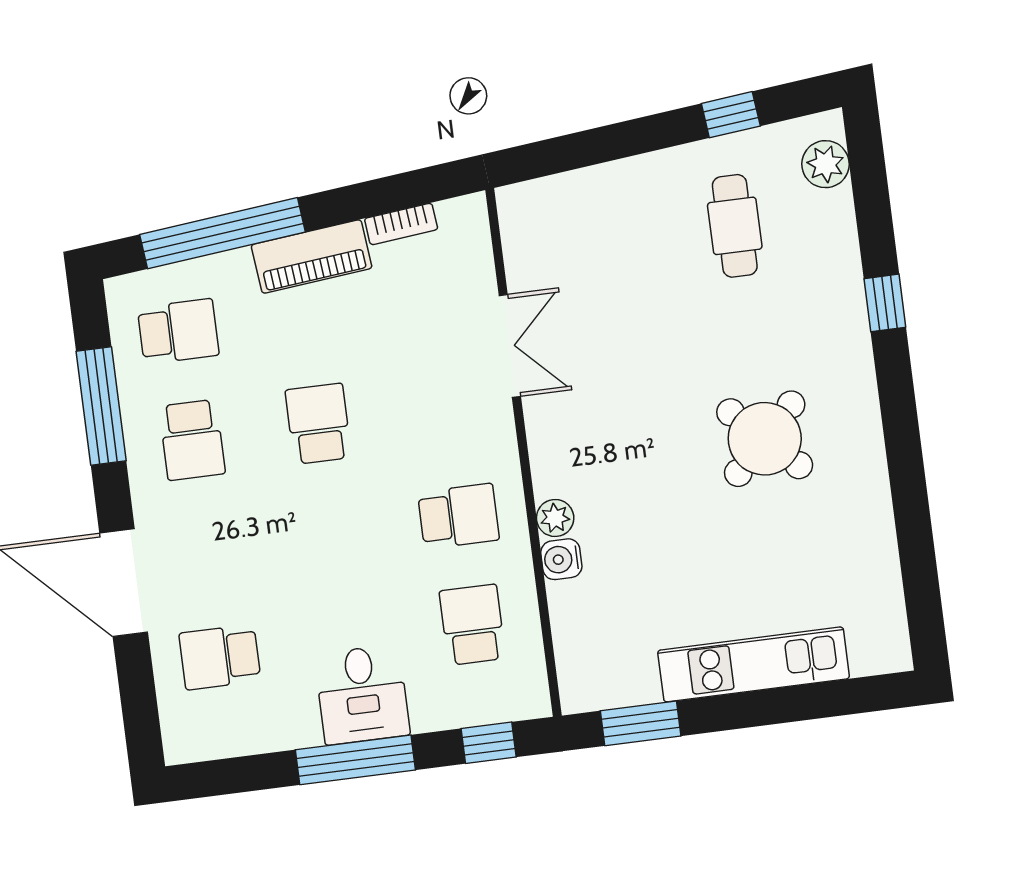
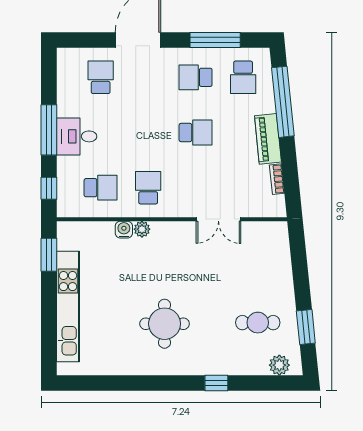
window: (731, 115) -> (306, 327), width x1.50
round table: (765, 439) -> (165, 324), turned 45
school desk: (458, 516) -> (148, 188), turned 180
kitchen unit: (754, 664) -> (68, 307), width x1.36

